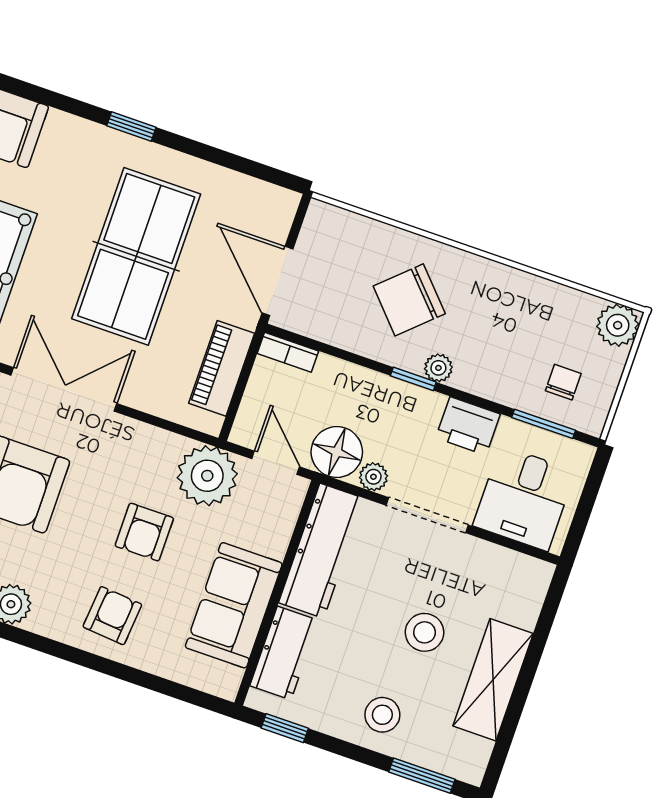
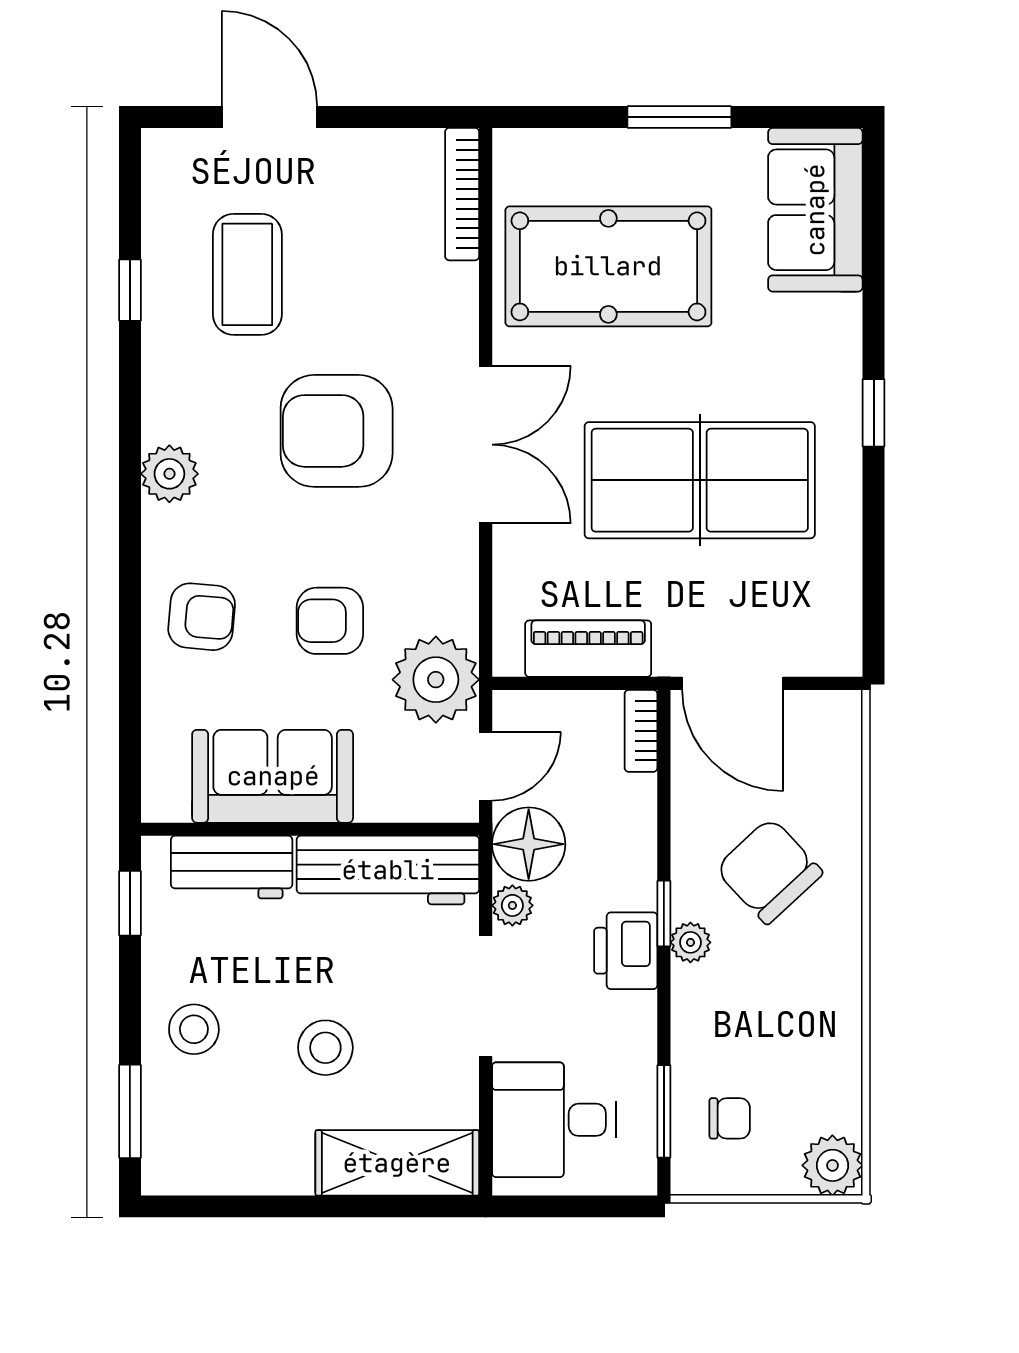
door: (277, 281) -> (733, 683), swing flipped
printer: (468, 426) -> (626, 951), moved
shelving: (493, 680) -> (397, 1163), moved

